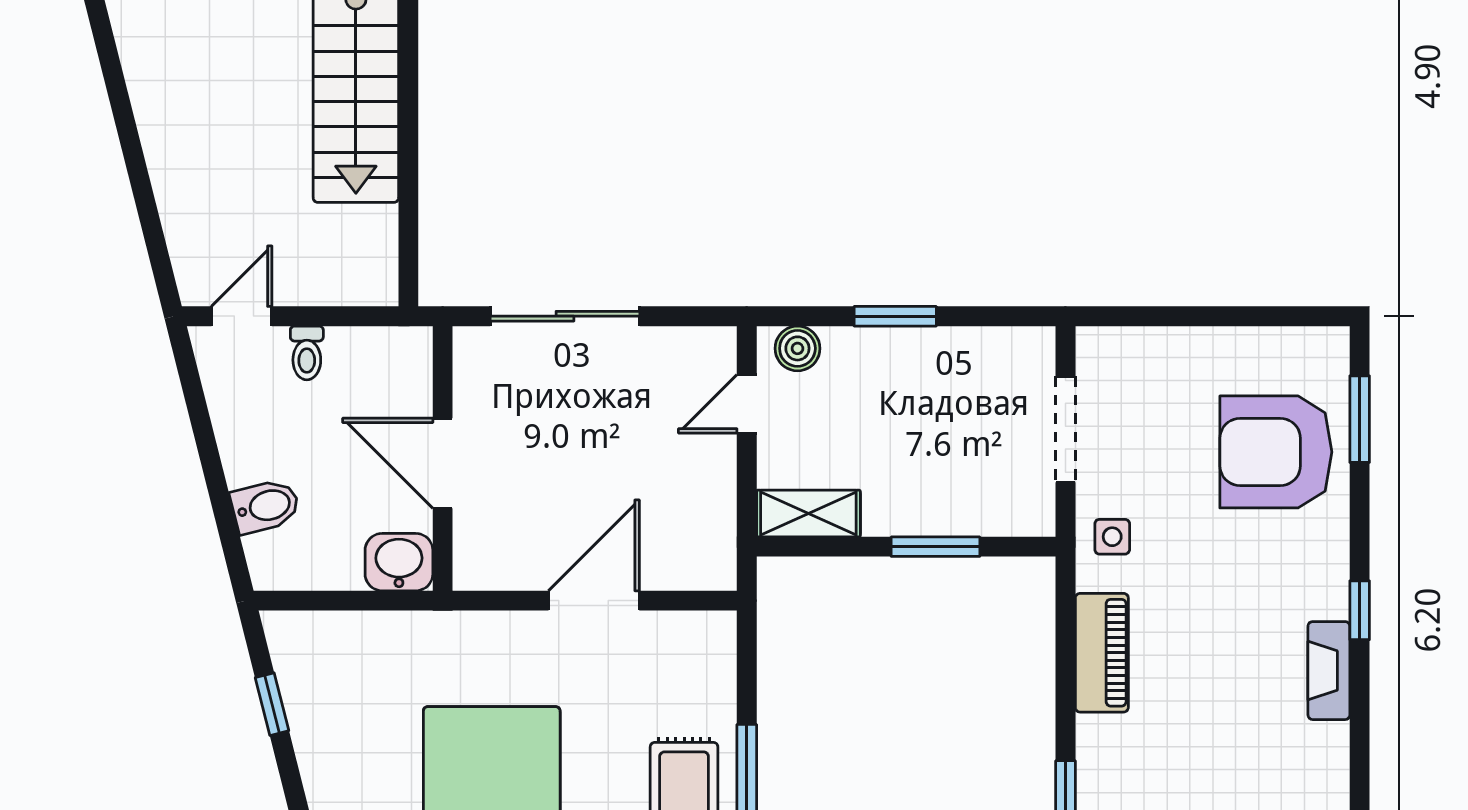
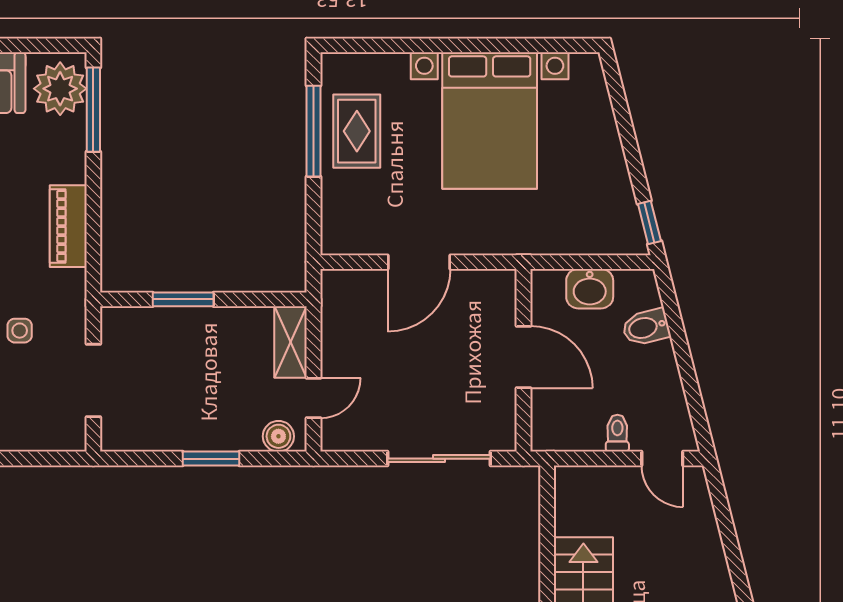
door: (242, 316) -> (662, 459), hinge flipped
shelving: (808, 514) -> (291, 342), moved, turned 90
side table: (1112, 537) -> (20, 331), moved
washbasin: (399, 562) -> (590, 289), moved
window: (272, 704) -> (649, 222), moved

